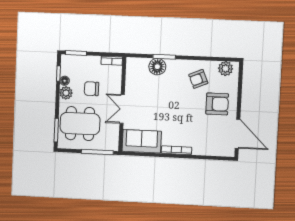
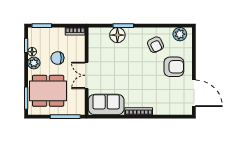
armchair: (198, 79) -> (155, 45), turned -93

